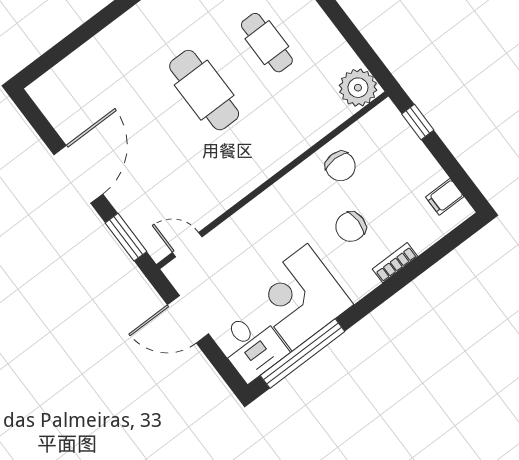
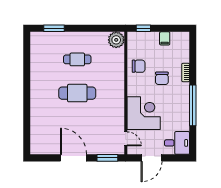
filing cabinet: (445, 197) -> (165, 38), moved
door: (187, 245) -> (126, 139), swing flipped
corner desk: (300, 297) -> (144, 113), moved, turned 180
window: (303, 353) -> (193, 105), moved

